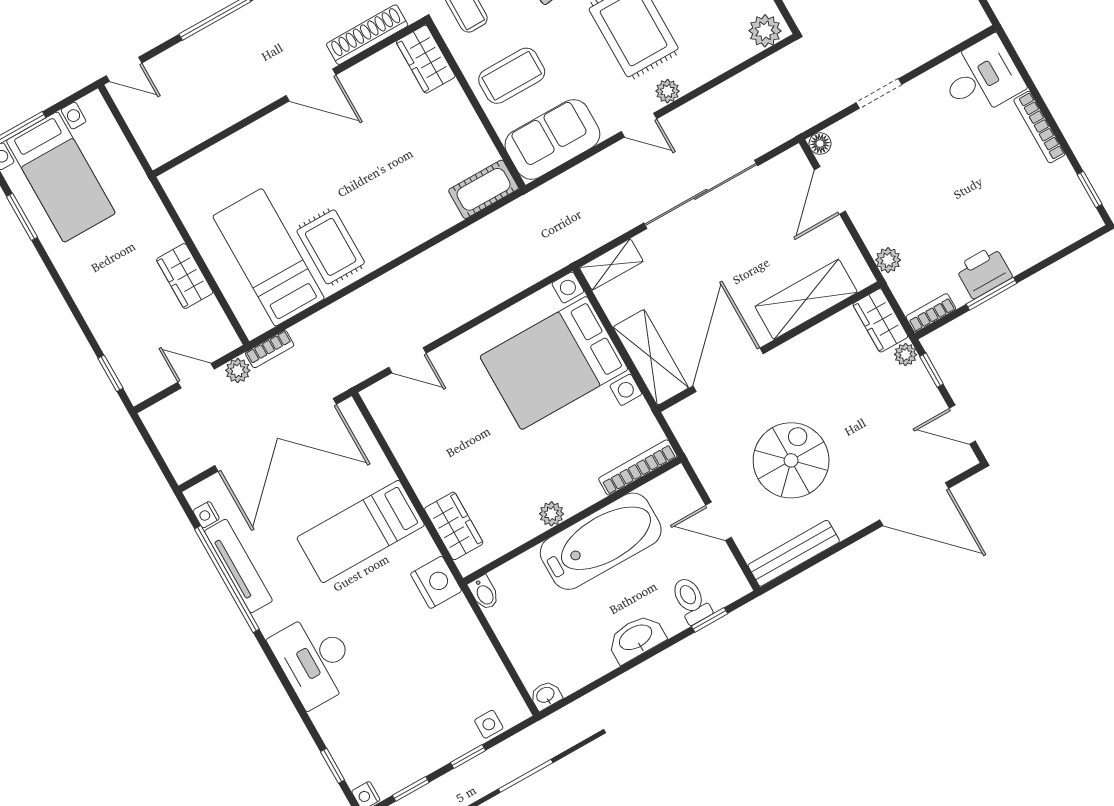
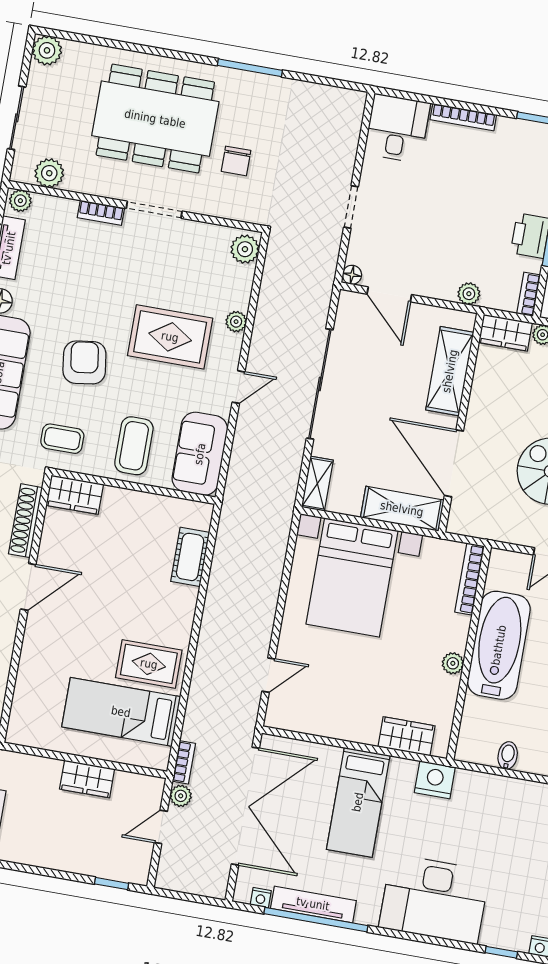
plant: (667, 91) -> (236, 322), moved
cot: (483, 189) -> (190, 557), moved
bidet: (484, 593) -> (508, 756), moved, turned -90
desk: (315, 660) -> (434, 899), width x1.36, depth x1.30

